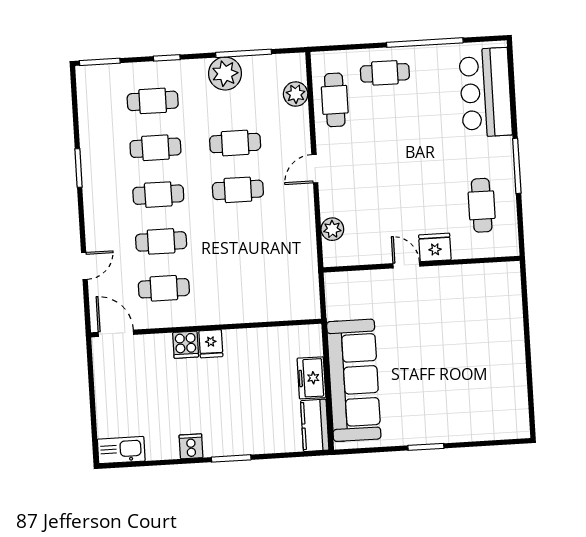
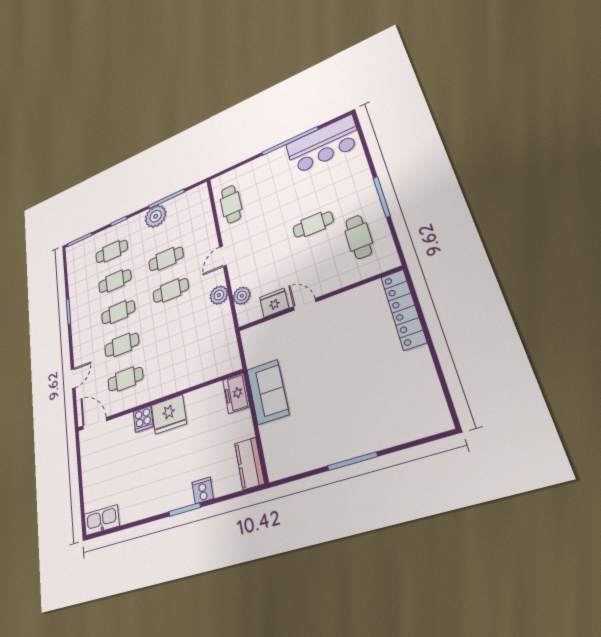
cafe table: (385, 73) -> (313, 224), moved
bar counter: (485, 93) -> (323, 145), moved, turned -90
plant: (296, 94) -> (219, 295), moved
fridge: (435, 247) -> (274, 303), moved
locker: (510, 305) -> (403, 309), added
fridge: (211, 344) -> (169, 414), width x1.88, depth x1.34
freezer: (311, 378) -> (236, 393), moved
sofa: (354, 380) -> (268, 392), width x0.54, depth x0.79
cooker: (191, 446) -> (203, 490), moved
window: (426, 447) -> (352, 461), width x1.44

